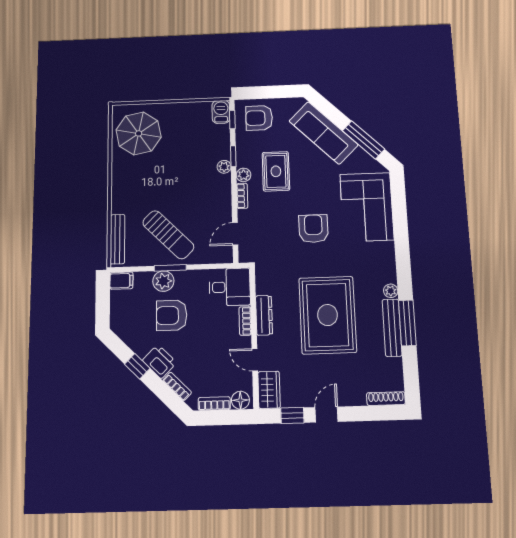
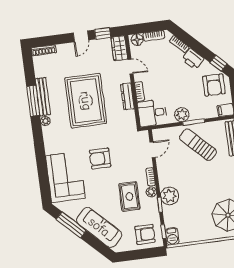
plant: (224, 167) -> (170, 196), width x1.87, depth x1.87
armchair: (313, 229) -> (100, 158), turned 90
plant: (163, 281) -> (182, 115), moved
armchair: (172, 315) -> (214, 85), moved, turned 90
window: (137, 366) -> (219, 63), moved

